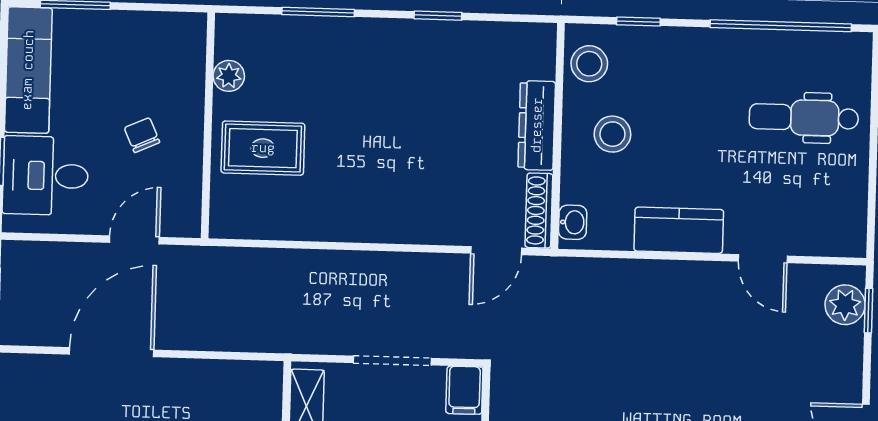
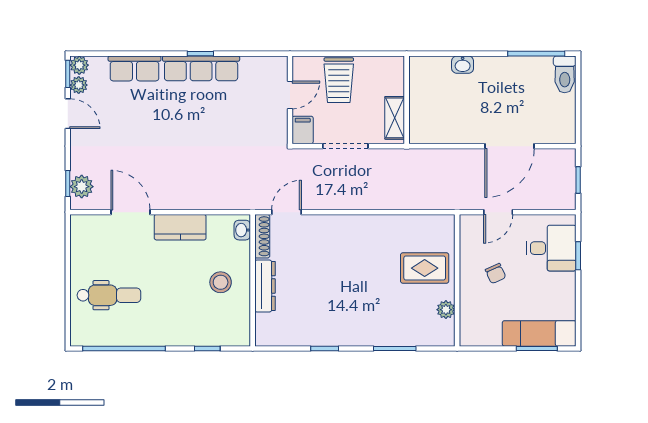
stool: (589, 64) -> (235, 323), removed
exam couch: (28, 70) -> (539, 333), moved, turned 90
door: (763, 259) -> (131, 212), width x1.38

